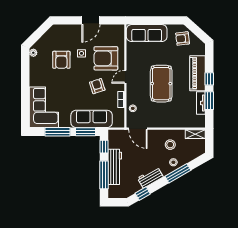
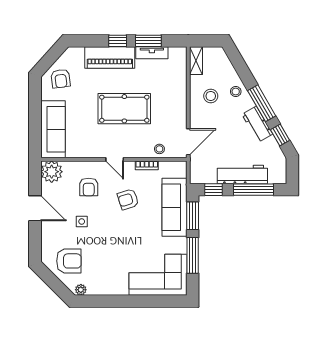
plant: (117, 32) -> (52, 172), added
armchair: (106, 58) -> (89, 187), width x0.53, depth x0.53
armchair: (61, 60) -> (69, 261), moved
window: (178, 173) -> (262, 103), moved

